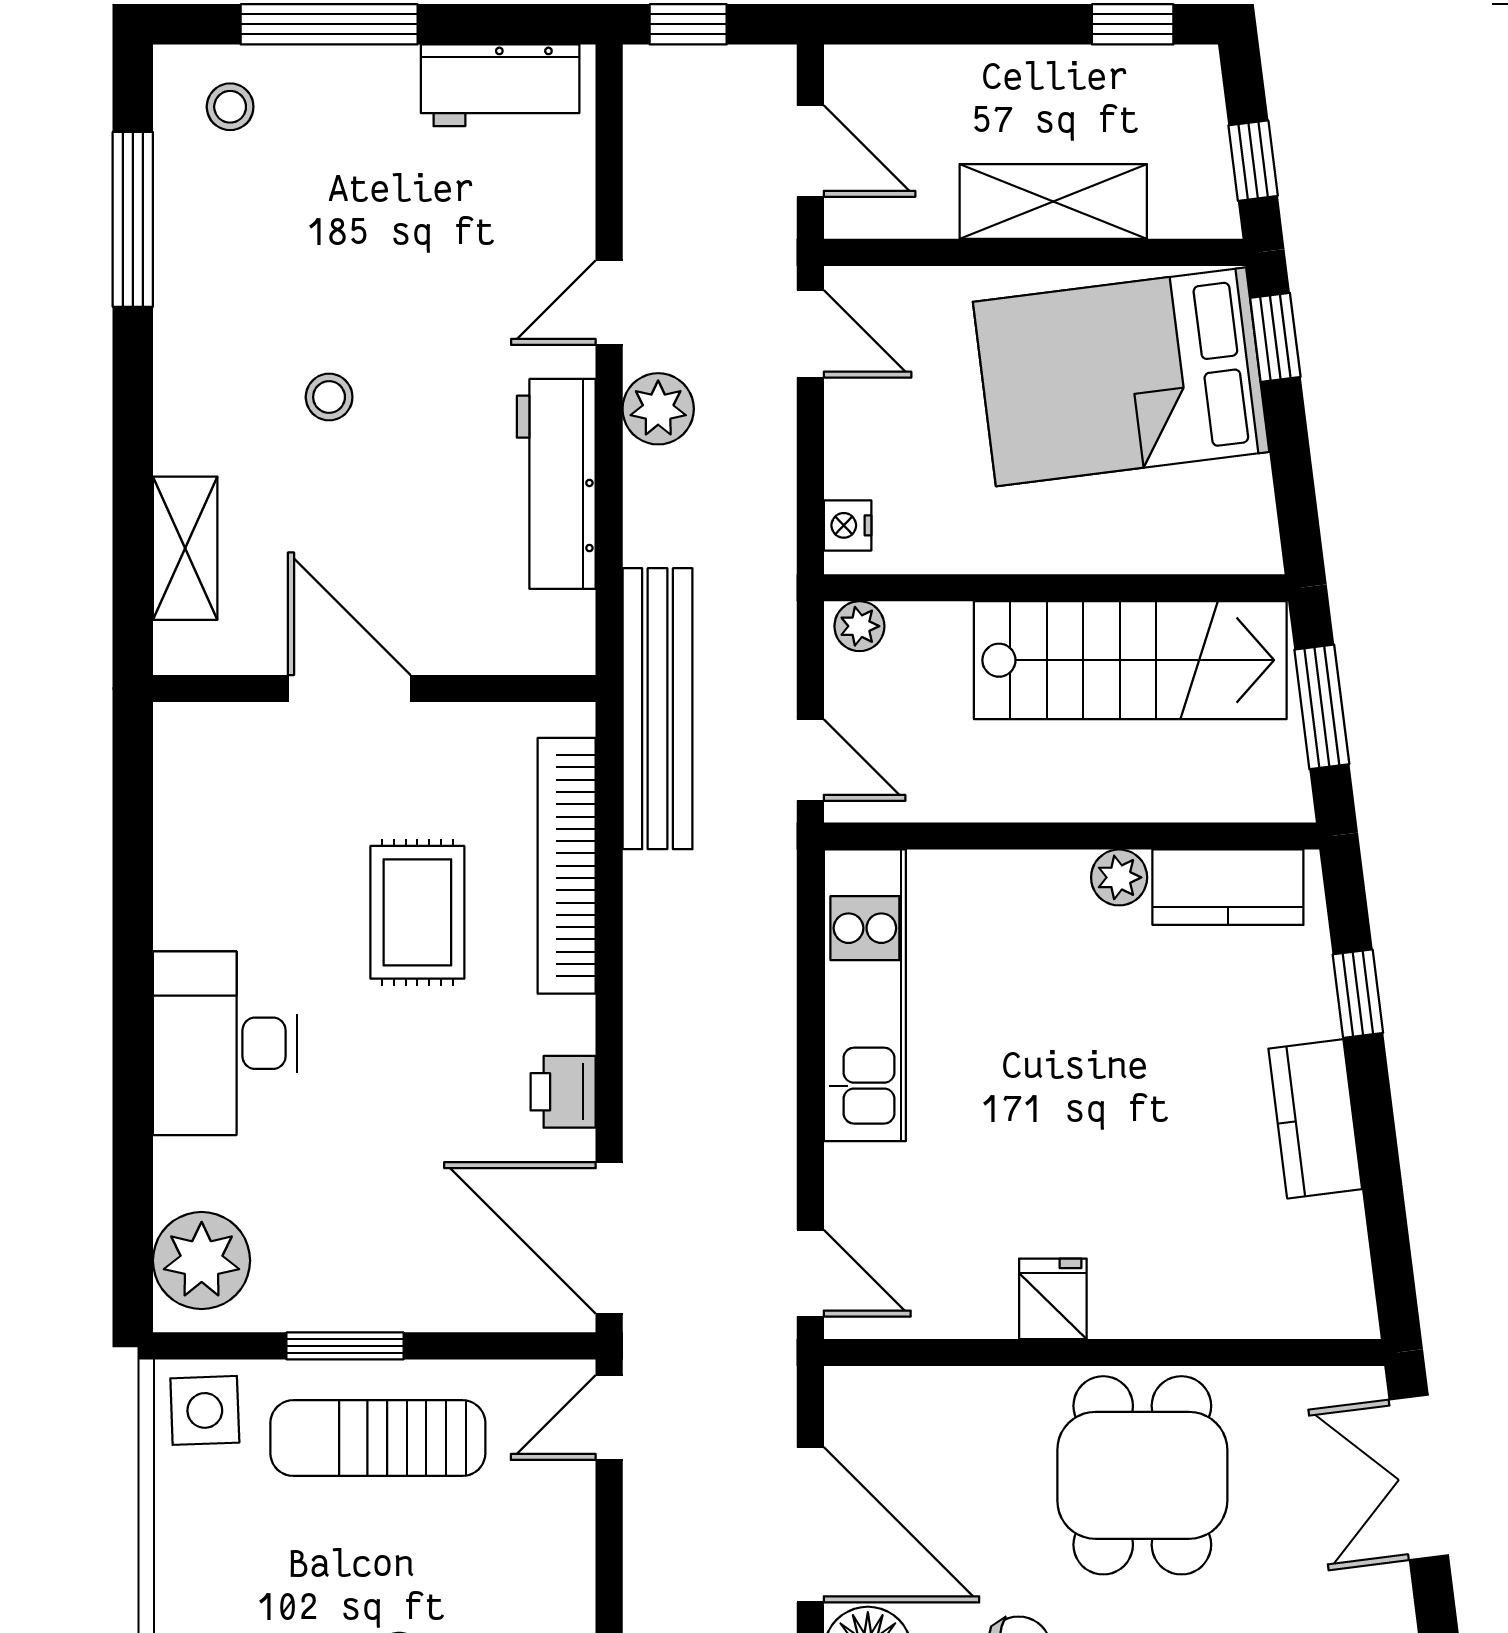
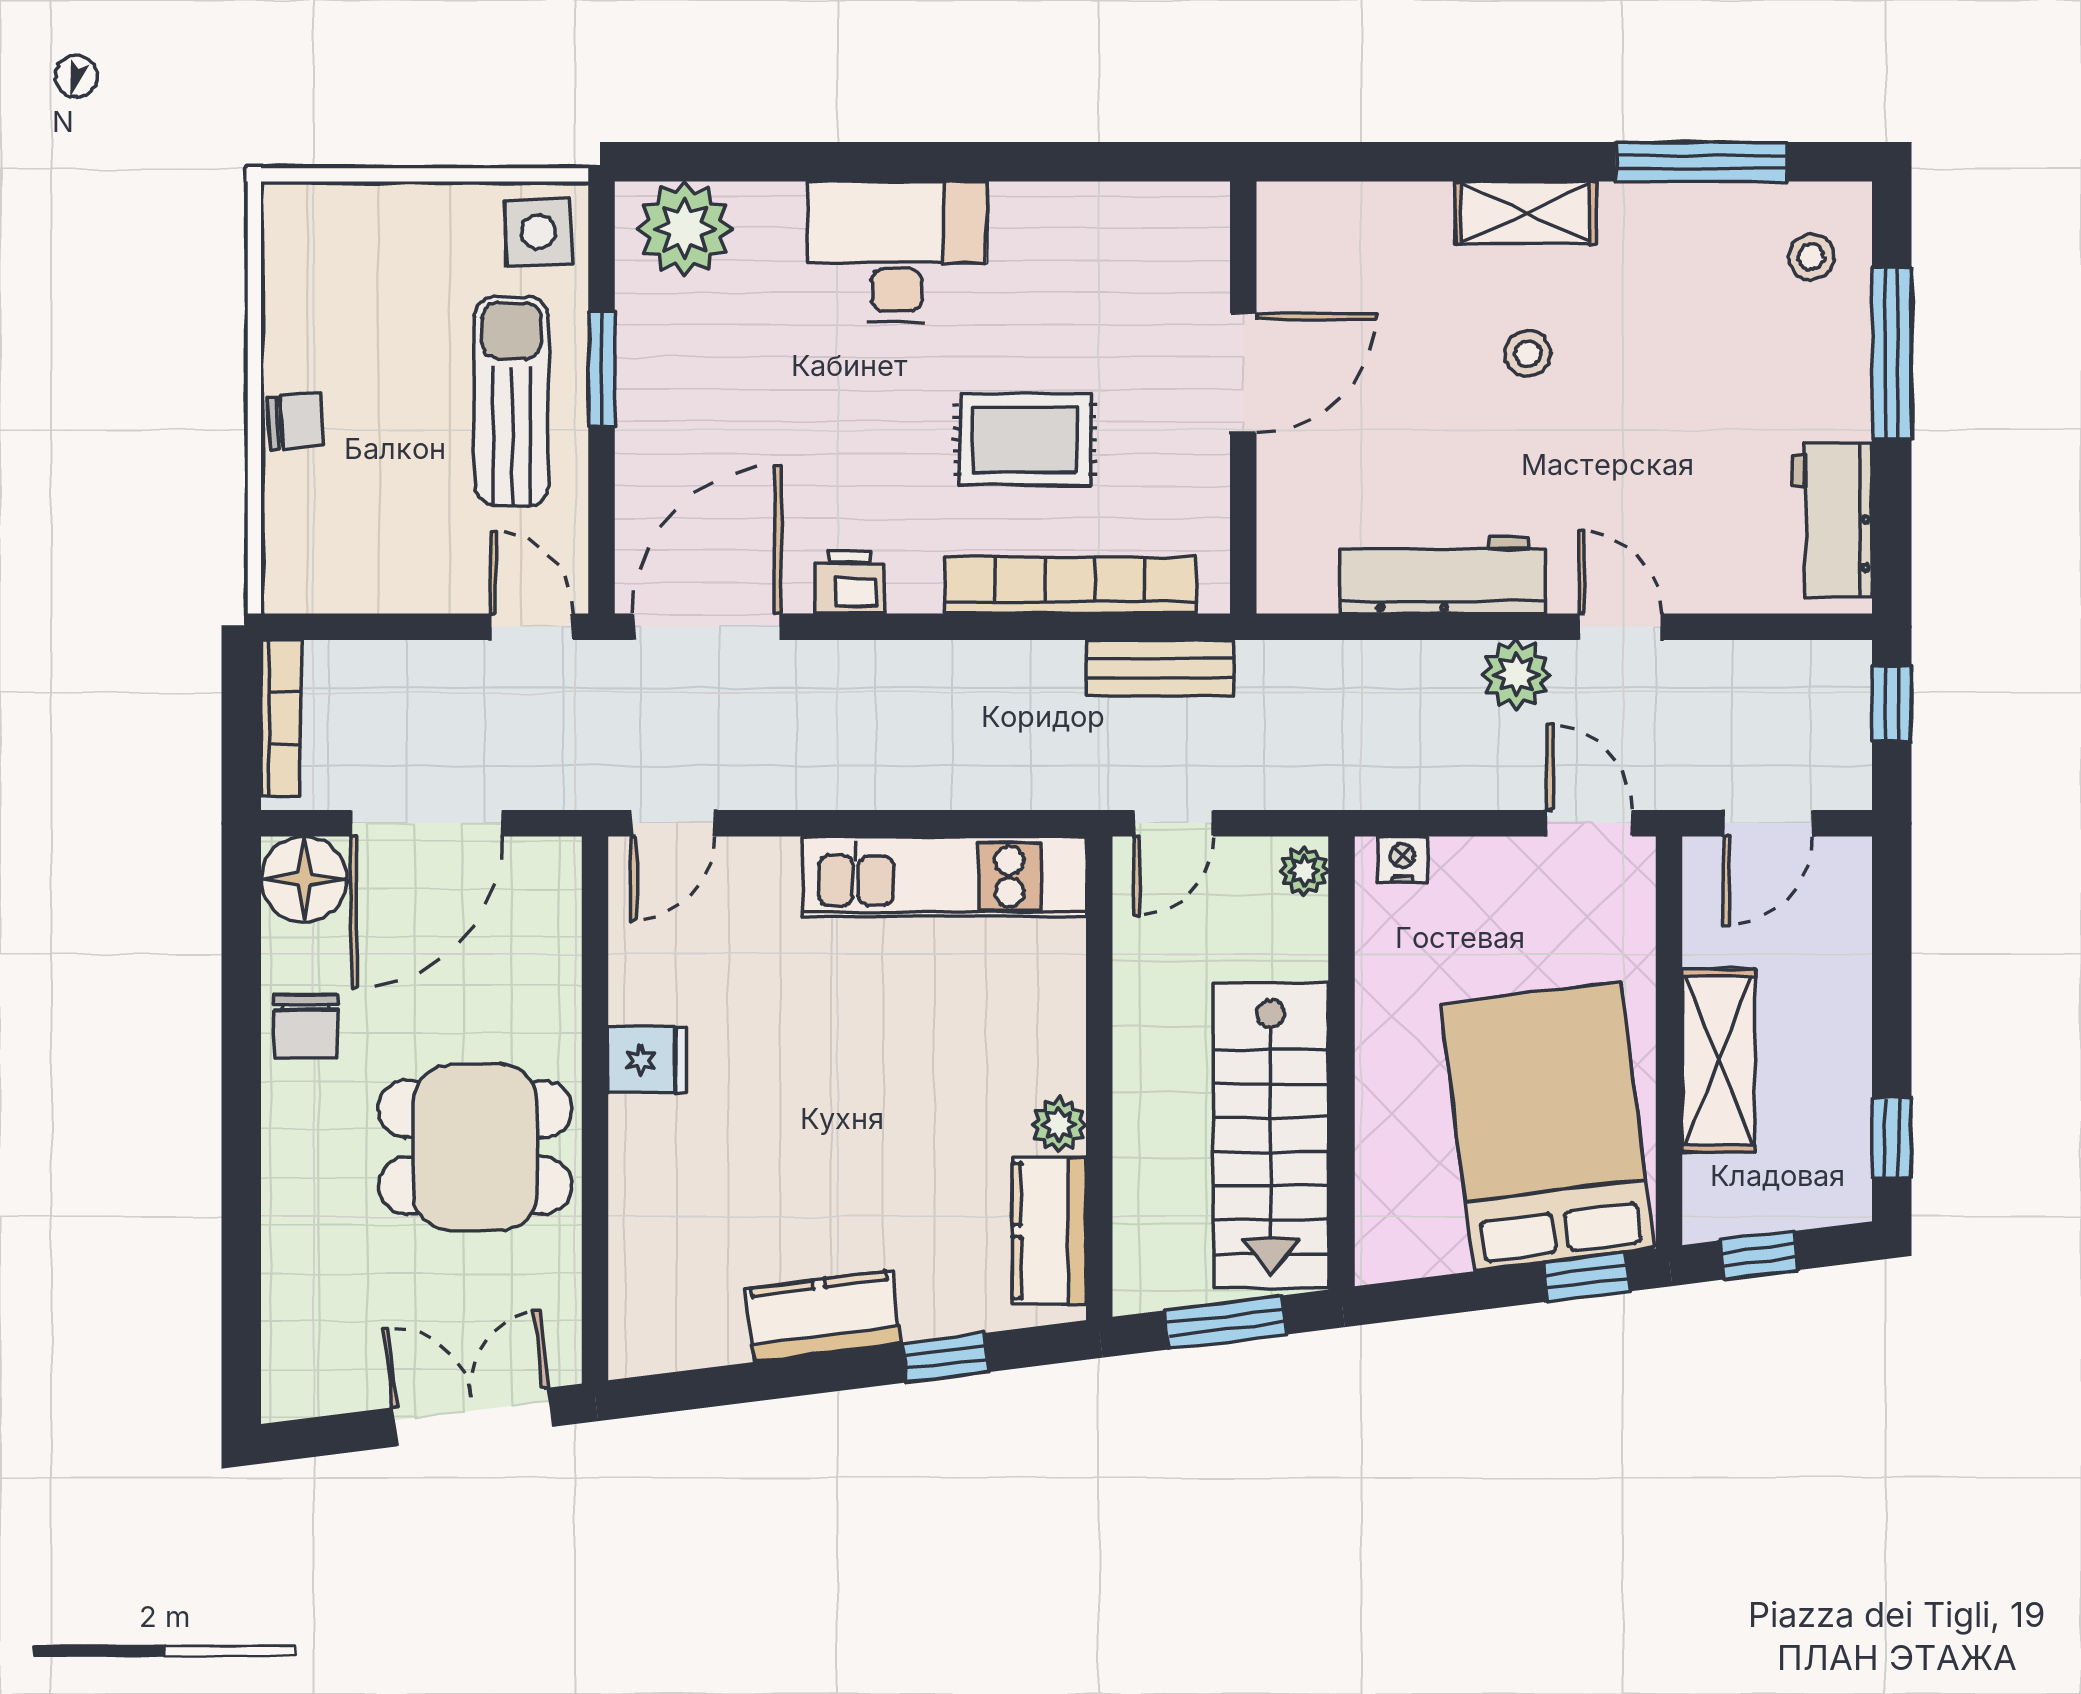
door: (810, 334) -> (1589, 823), swing flipped
shelving: (185, 548) -> (1526, 213), moved
bench: (658, 709) -> (1160, 668), width x0.54, depth x0.82

